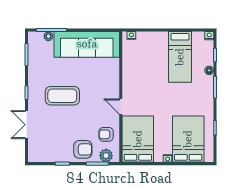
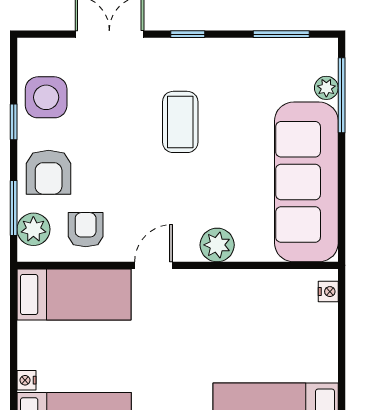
plant: (112, 81) -> (217, 245), added
coffee table: (62, 96) -> (180, 122), width x0.73, depth x0.76
bed: (138, 139) -> (74, 294), width x0.67
side table: (52, 150) -> (46, 97), added

